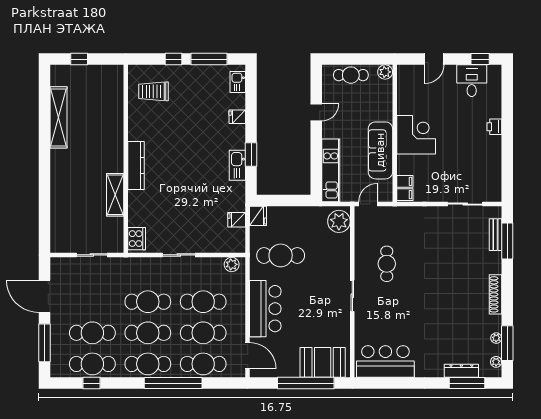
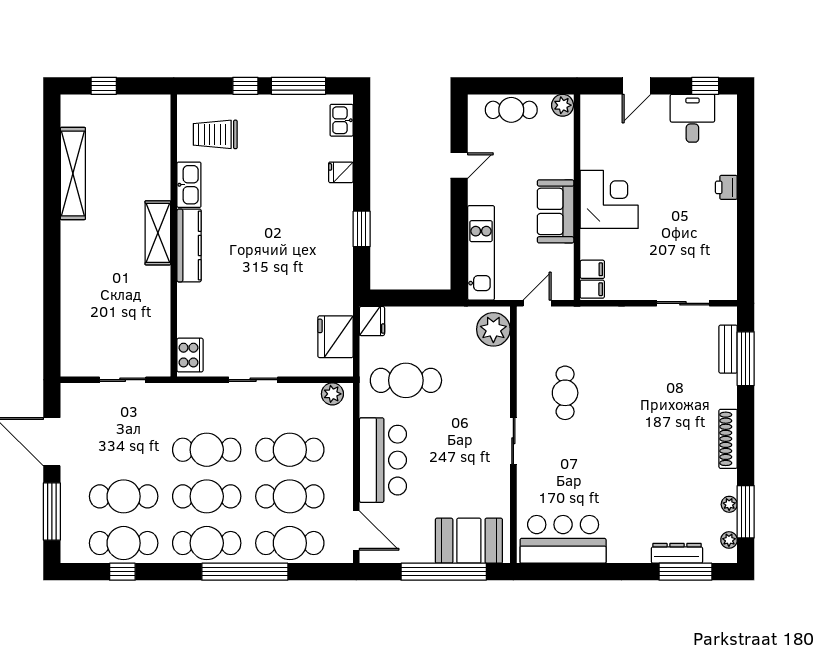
sofa: (380, 150) -> (556, 211), width x0.73
kitchen sink: (237, 165) -> (189, 185), moved, turned 180
shelving: (115, 195) -> (158, 233), moved
fridge: (237, 220) -> (336, 337), width x1.88, depth x1.34

